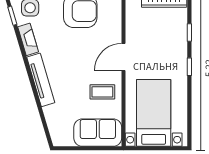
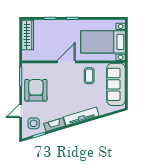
door: (123, 57) -> (66, 62), swing flipped
sofa: (98, 133) -> (116, 84), width x1.36

